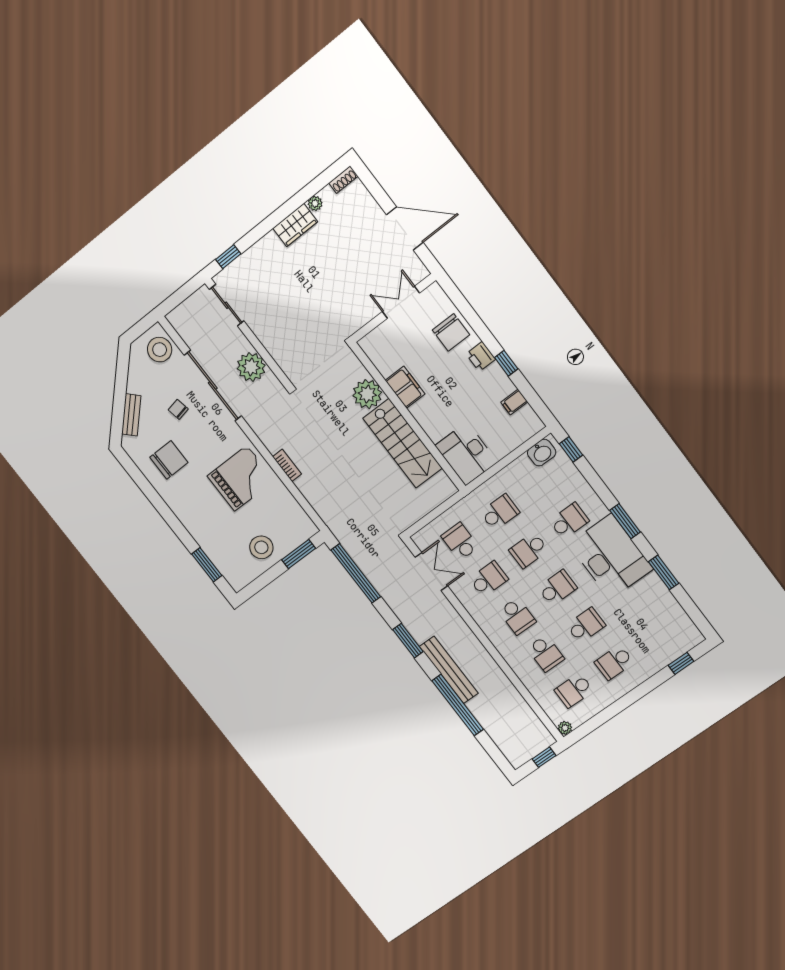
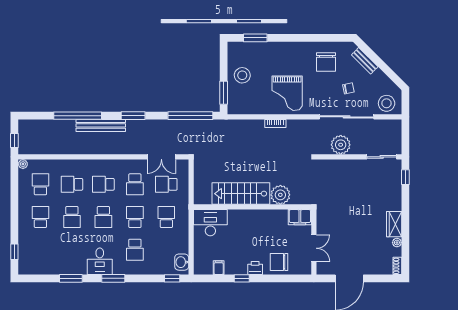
filing cabinet: (405, 387) -> (300, 217), moved
school desk: (500, 512) -> (166, 217), turned 180
school desk: (460, 541) -> (166, 184), turned 180
desk: (611, 557) -> (100, 261), width x0.53, depth x0.77

